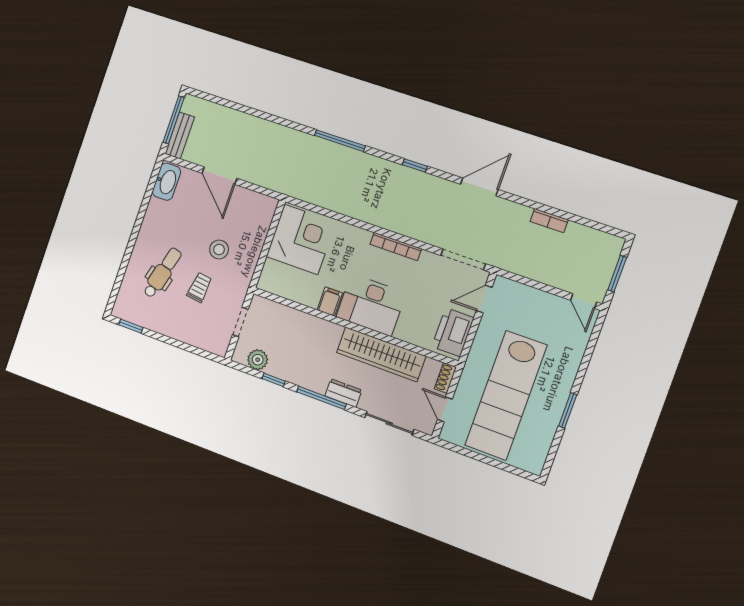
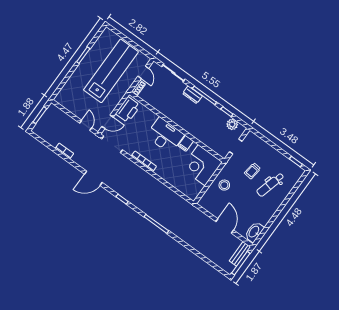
corner desk: (301, 239) -> (202, 165), moved
stool: (219, 249) -> (224, 185), moved
door: (584, 301) -> (86, 125), moved
wardrobe: (381, 354) -> (167, 109), removed

